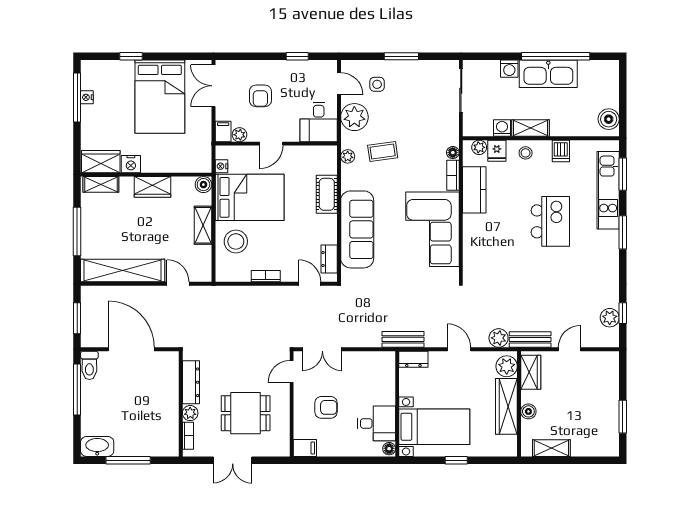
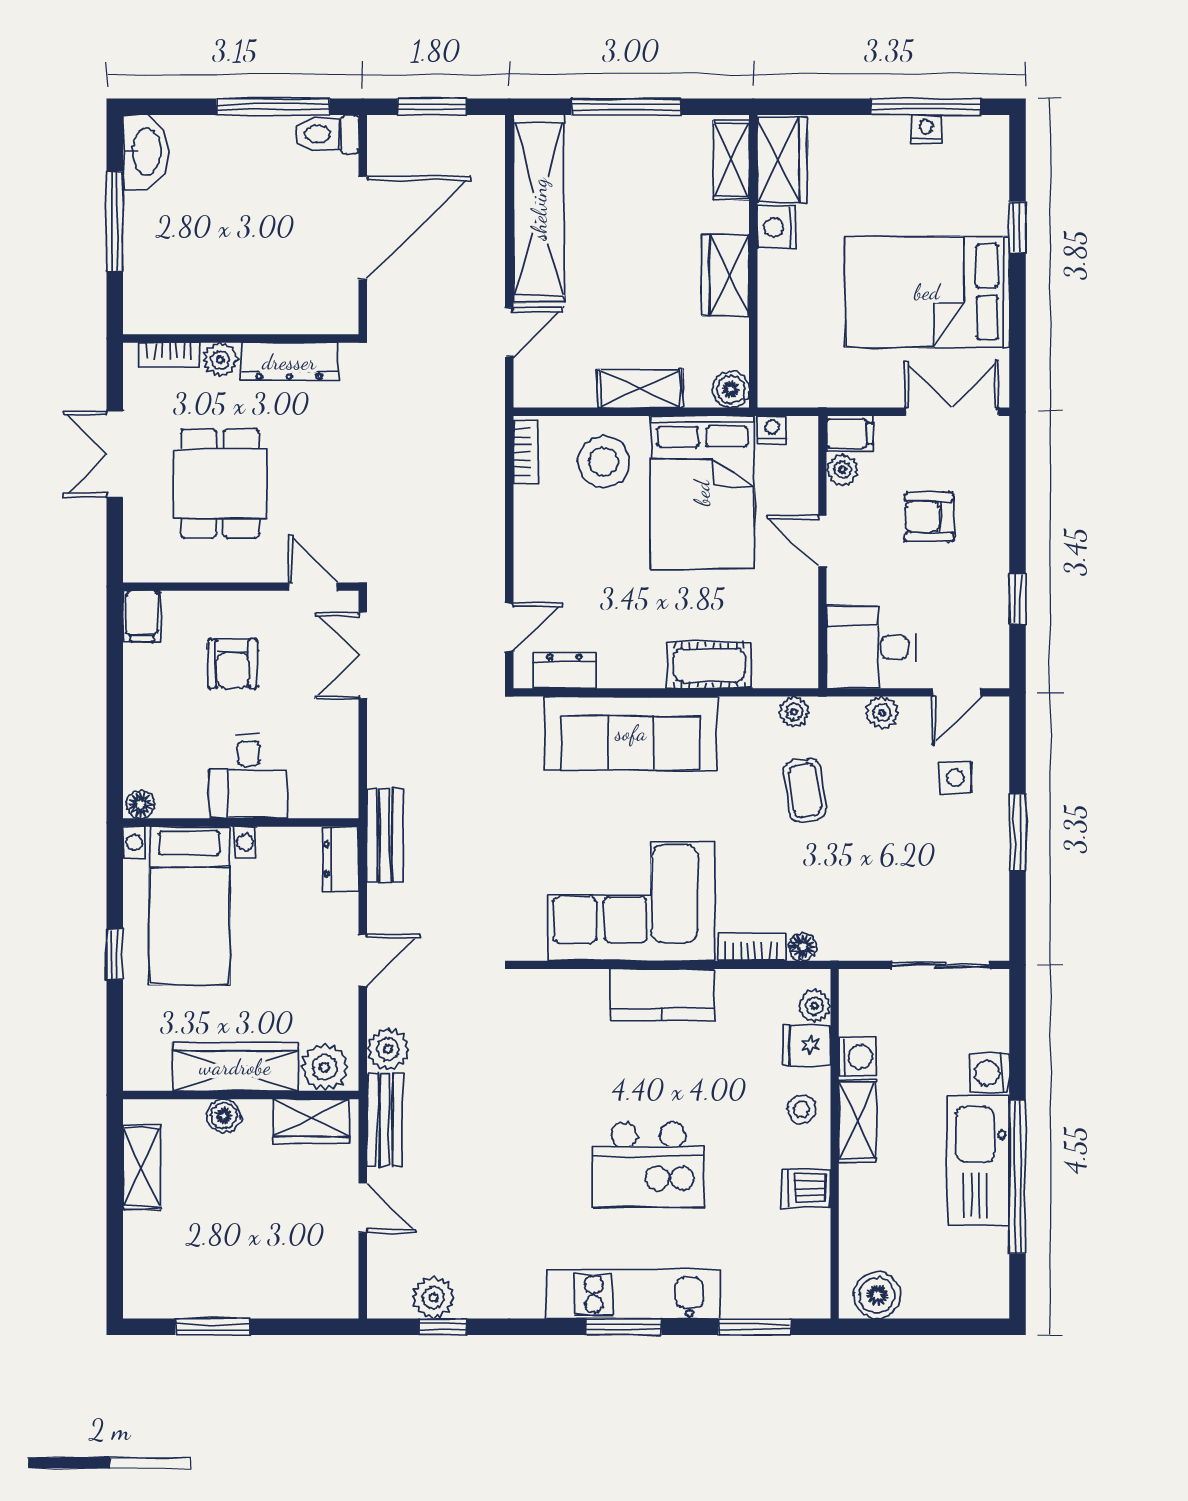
plant: (354, 117) -> (882, 713), width x0.53, depth x0.53
kitchen counter: (474, 190) -> (662, 995), moved
kitchen unit: (608, 190) -> (634, 1294), moved
bookcase: (266, 276) -> (526, 452), moved
desk: (376, 423) -> (249, 776), moved

